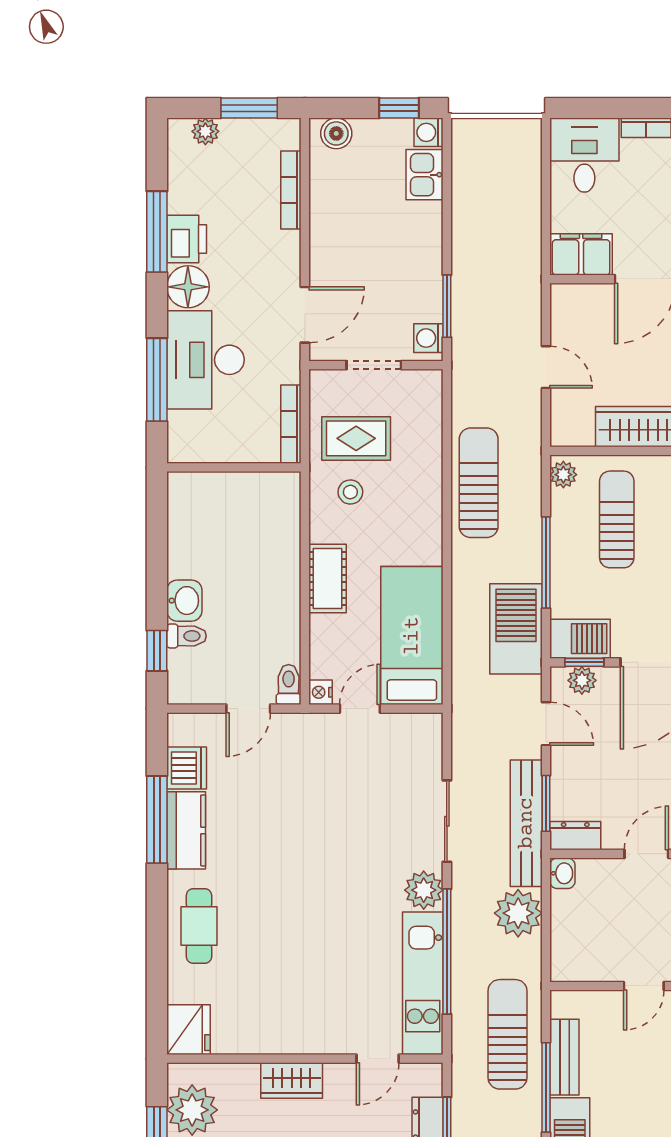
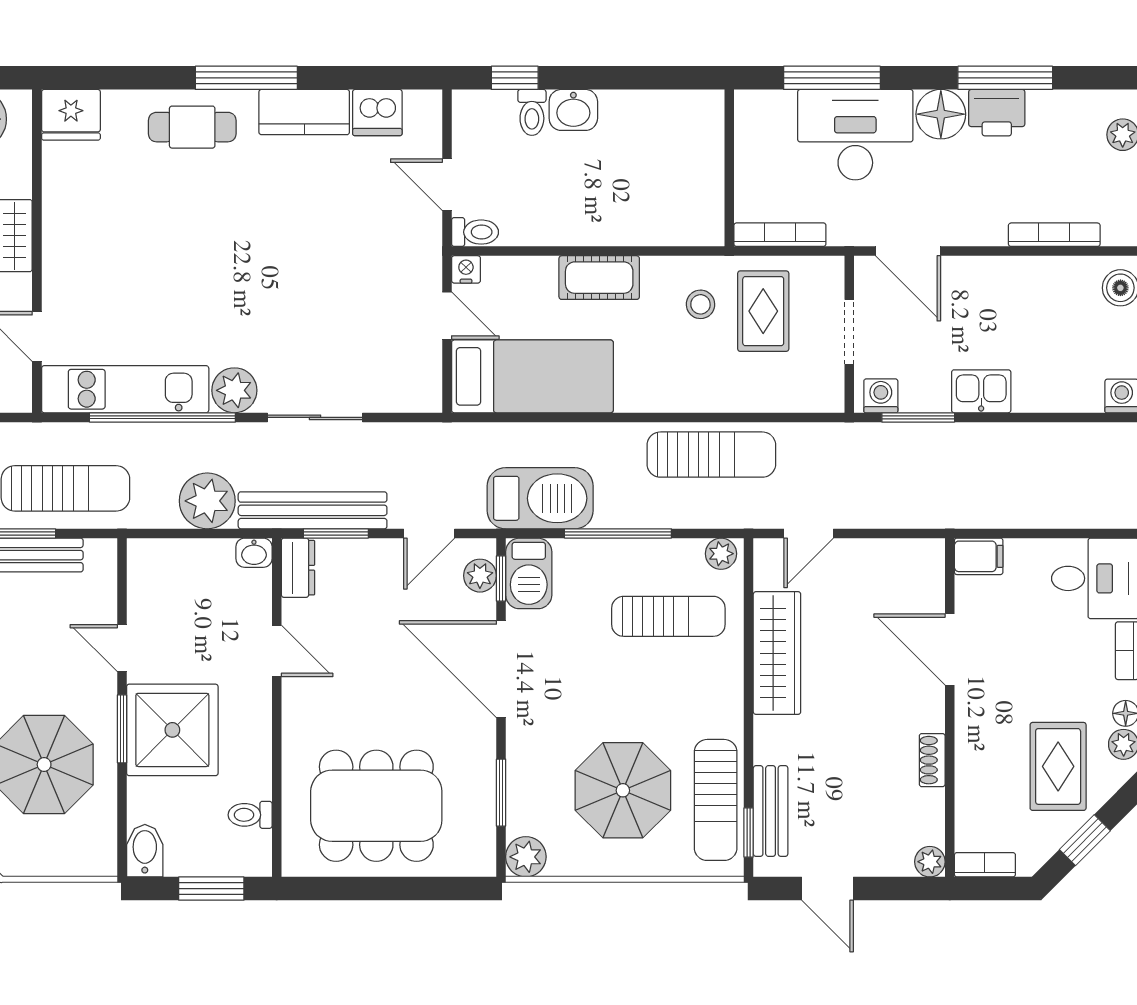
kitchen sink: (425, 175) -> (981, 391), moved
filing cabinet: (581, 254) -> (979, 556), width x0.50
door: (546, 367) -> (809, 533), moved
window: (157, 820) -> (246, 78), moved

